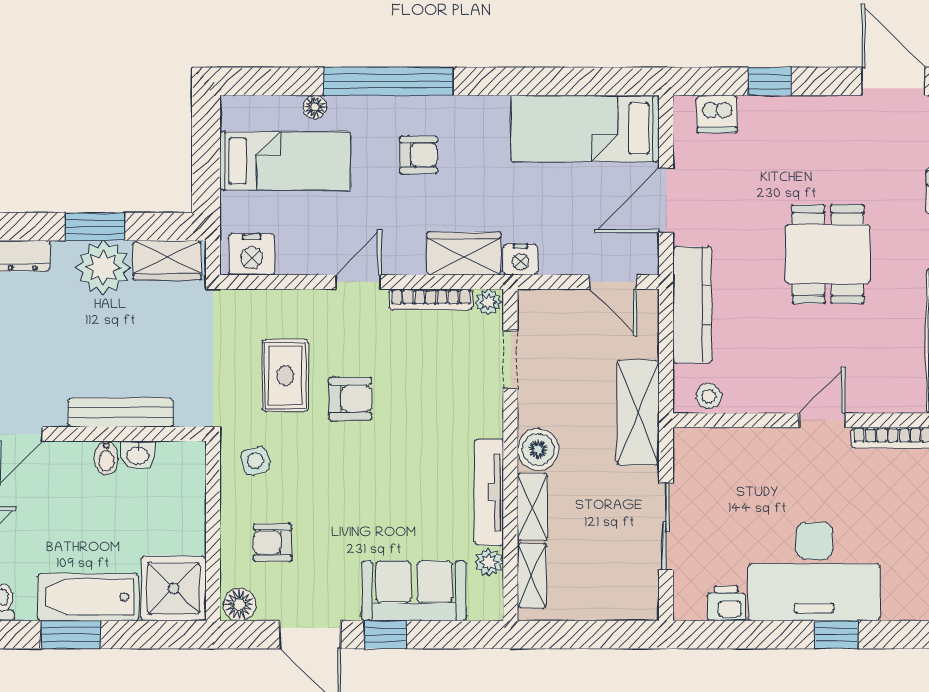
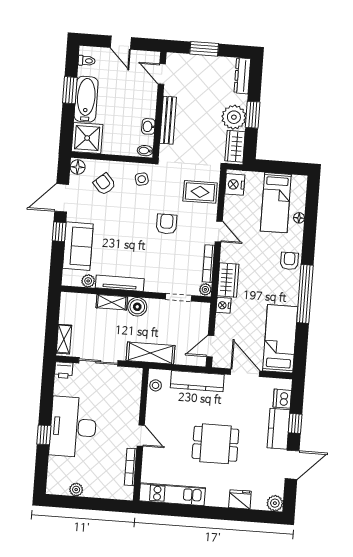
window: (388, 81) -> (305, 294), moved
door: (893, 81) -> (292, 465), moved
kitchen counter: (784, 117) -> (278, 429), added
armchair: (419, 155) -> (289, 261), moved, turned 180
rug: (285, 375) -> (200, 192), moved
armchair: (350, 399) -> (167, 224), turned 180
bidet: (106, 458) -> (145, 151), moved
armchair: (272, 543) -> (104, 184), turned -41
shelving: (532, 576) -> (64, 339), moved, turned 90
printer: (726, 603) -> (64, 370), moved, turned 90

